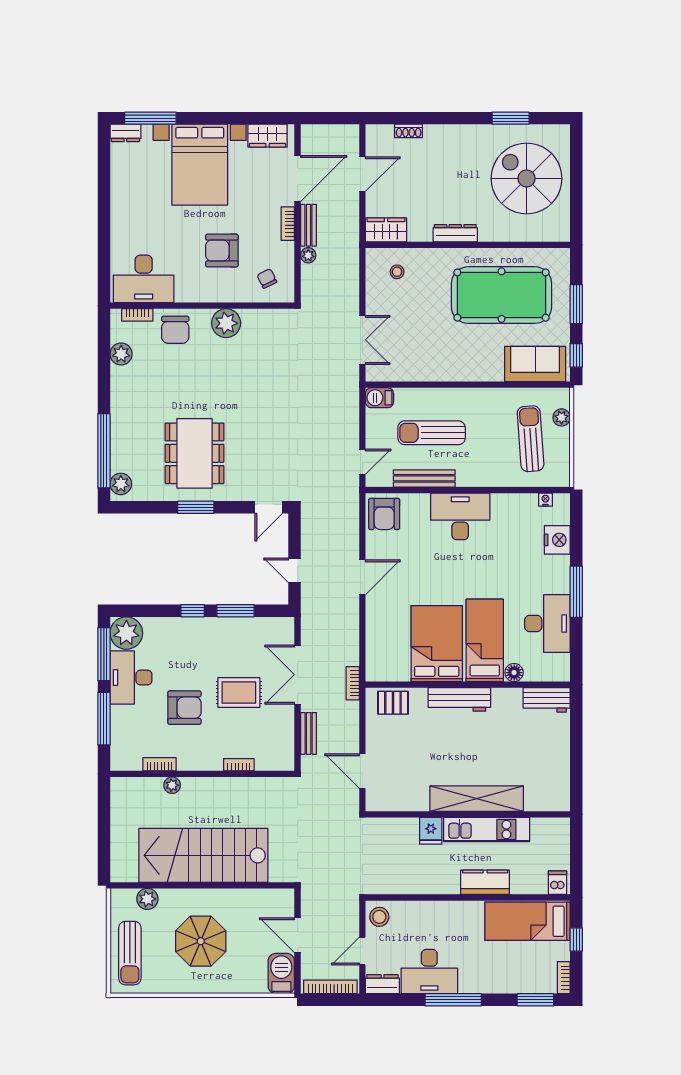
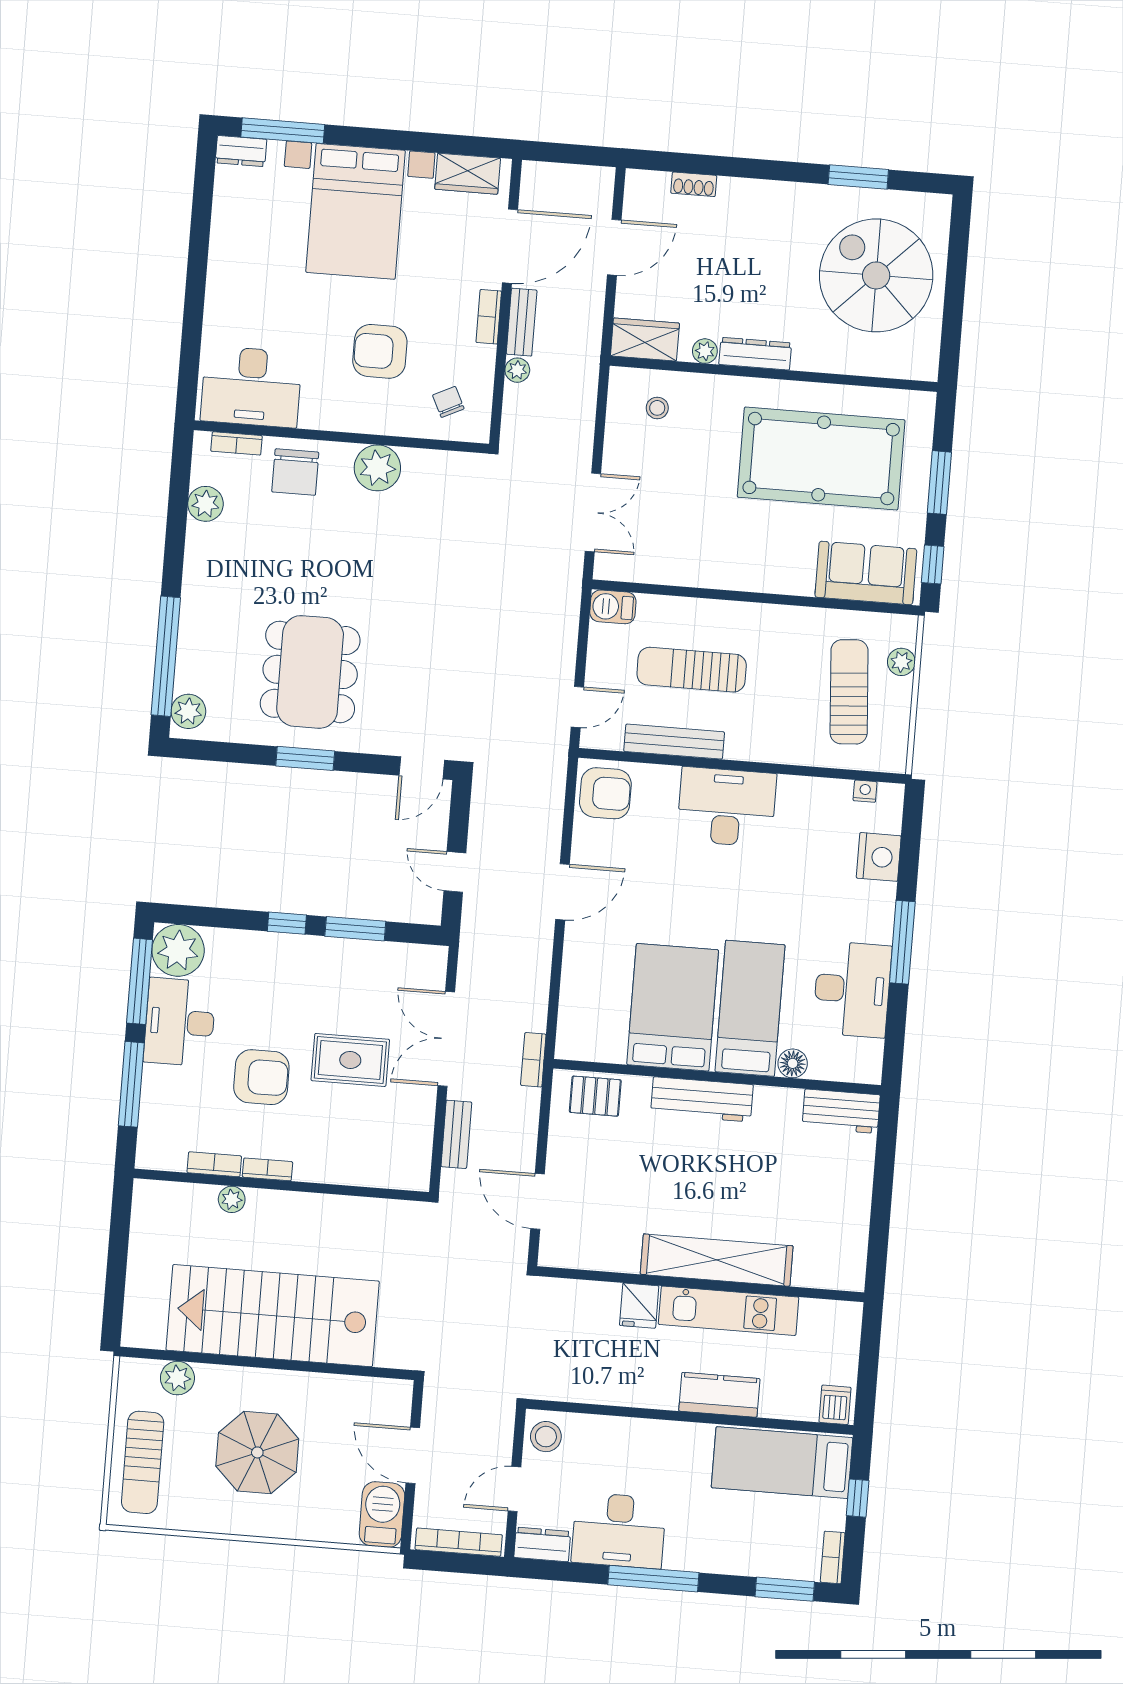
plant: (424, 234) -> (705, 351), added
armchair: (384, 514) -> (605, 793), turned -90
bookcase: (239, 765) -> (267, 1169), moved

